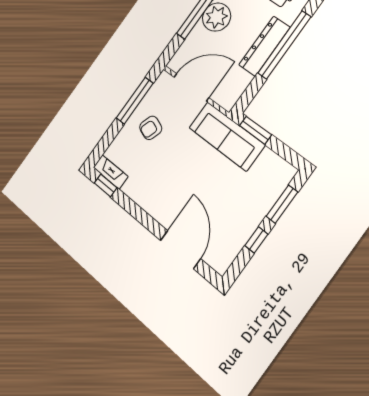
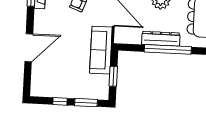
window: (255, 130) -> (113, 76), moved
door: (181, 250) -> (29, 48), moved

